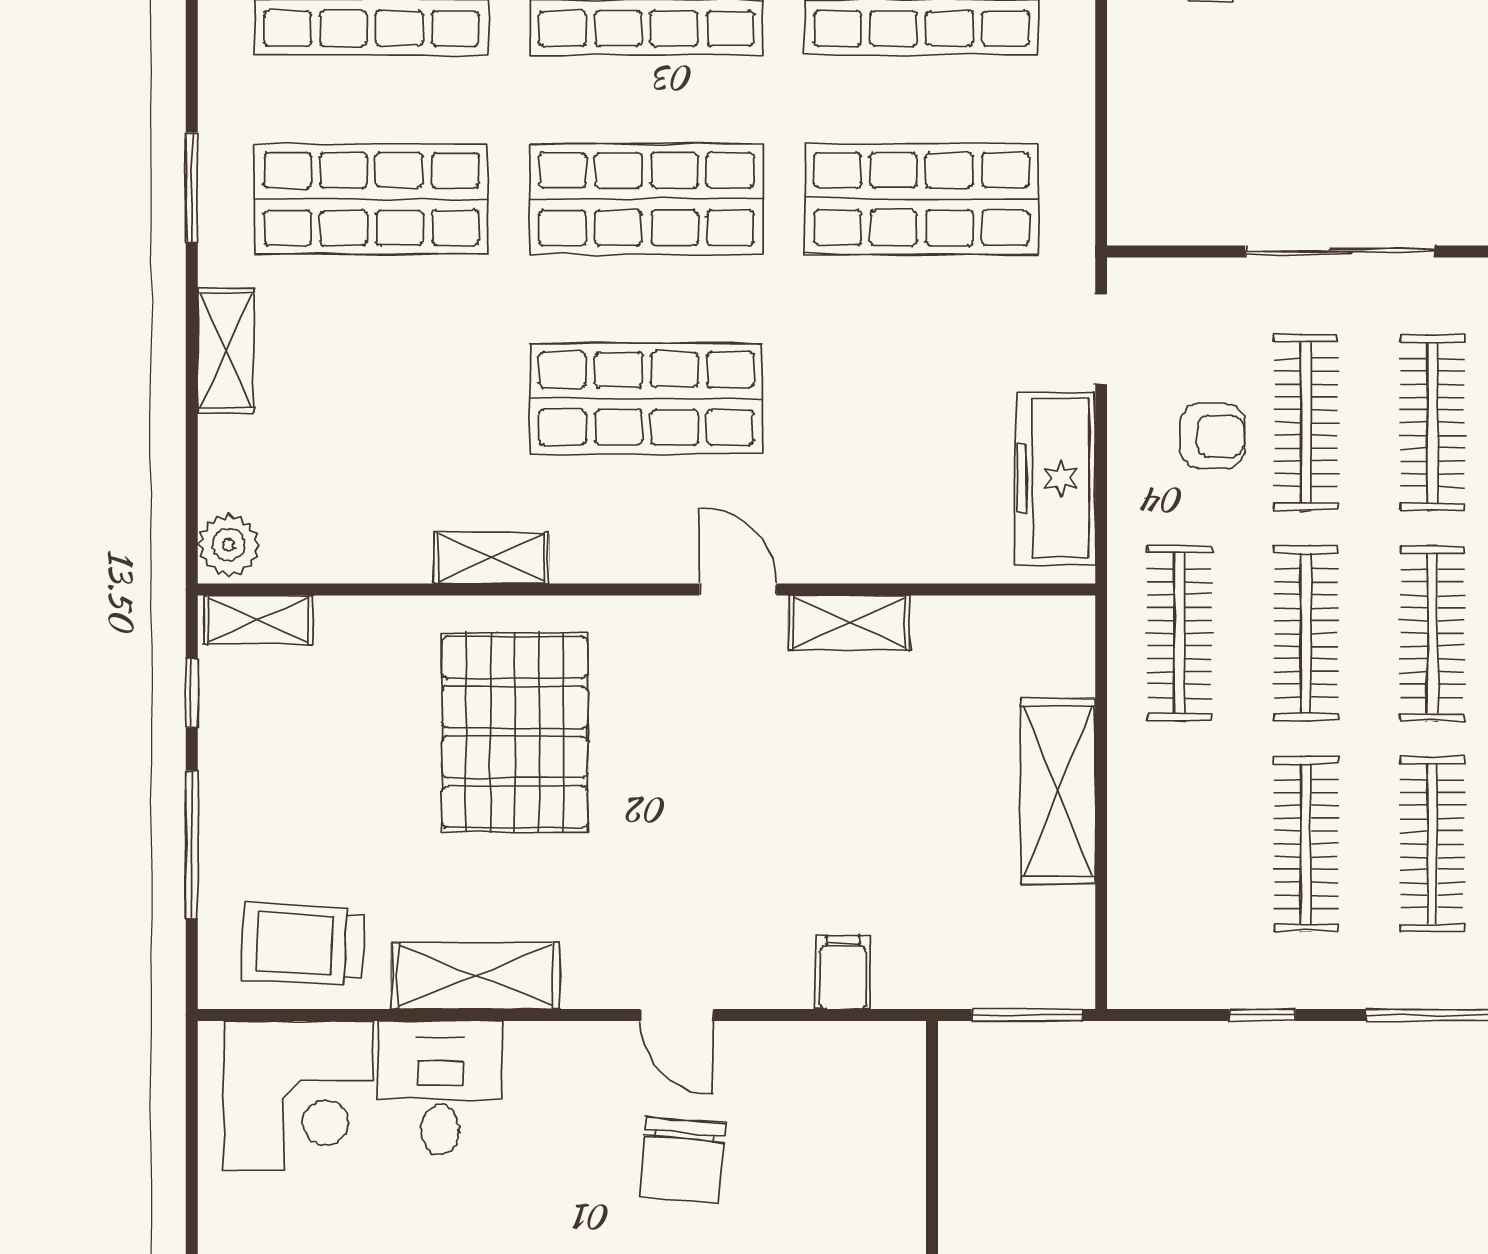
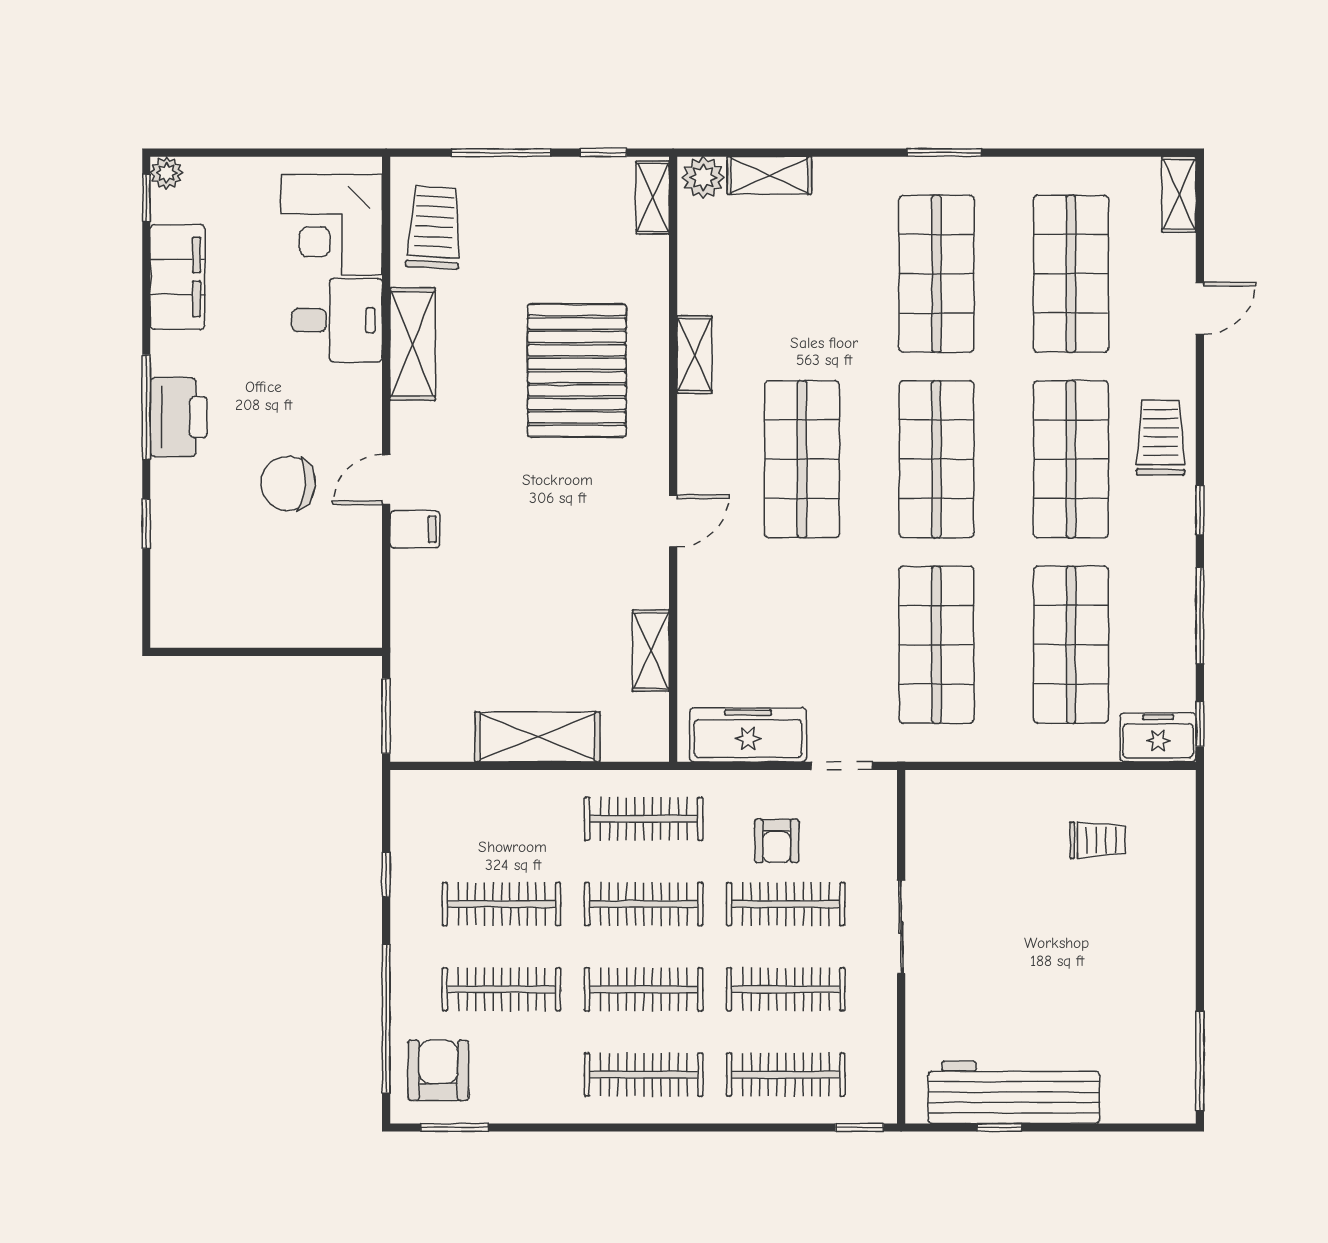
sliding door: (1340, 251) -> (901, 927), width x0.73
shelving: (226, 351) -> (769, 175), moved
shelving: (849, 623) -> (651, 651), moved
pallet: (515, 732) -> (577, 370), turned 90
filing cabinet: (843, 972) -> (415, 529), moved

